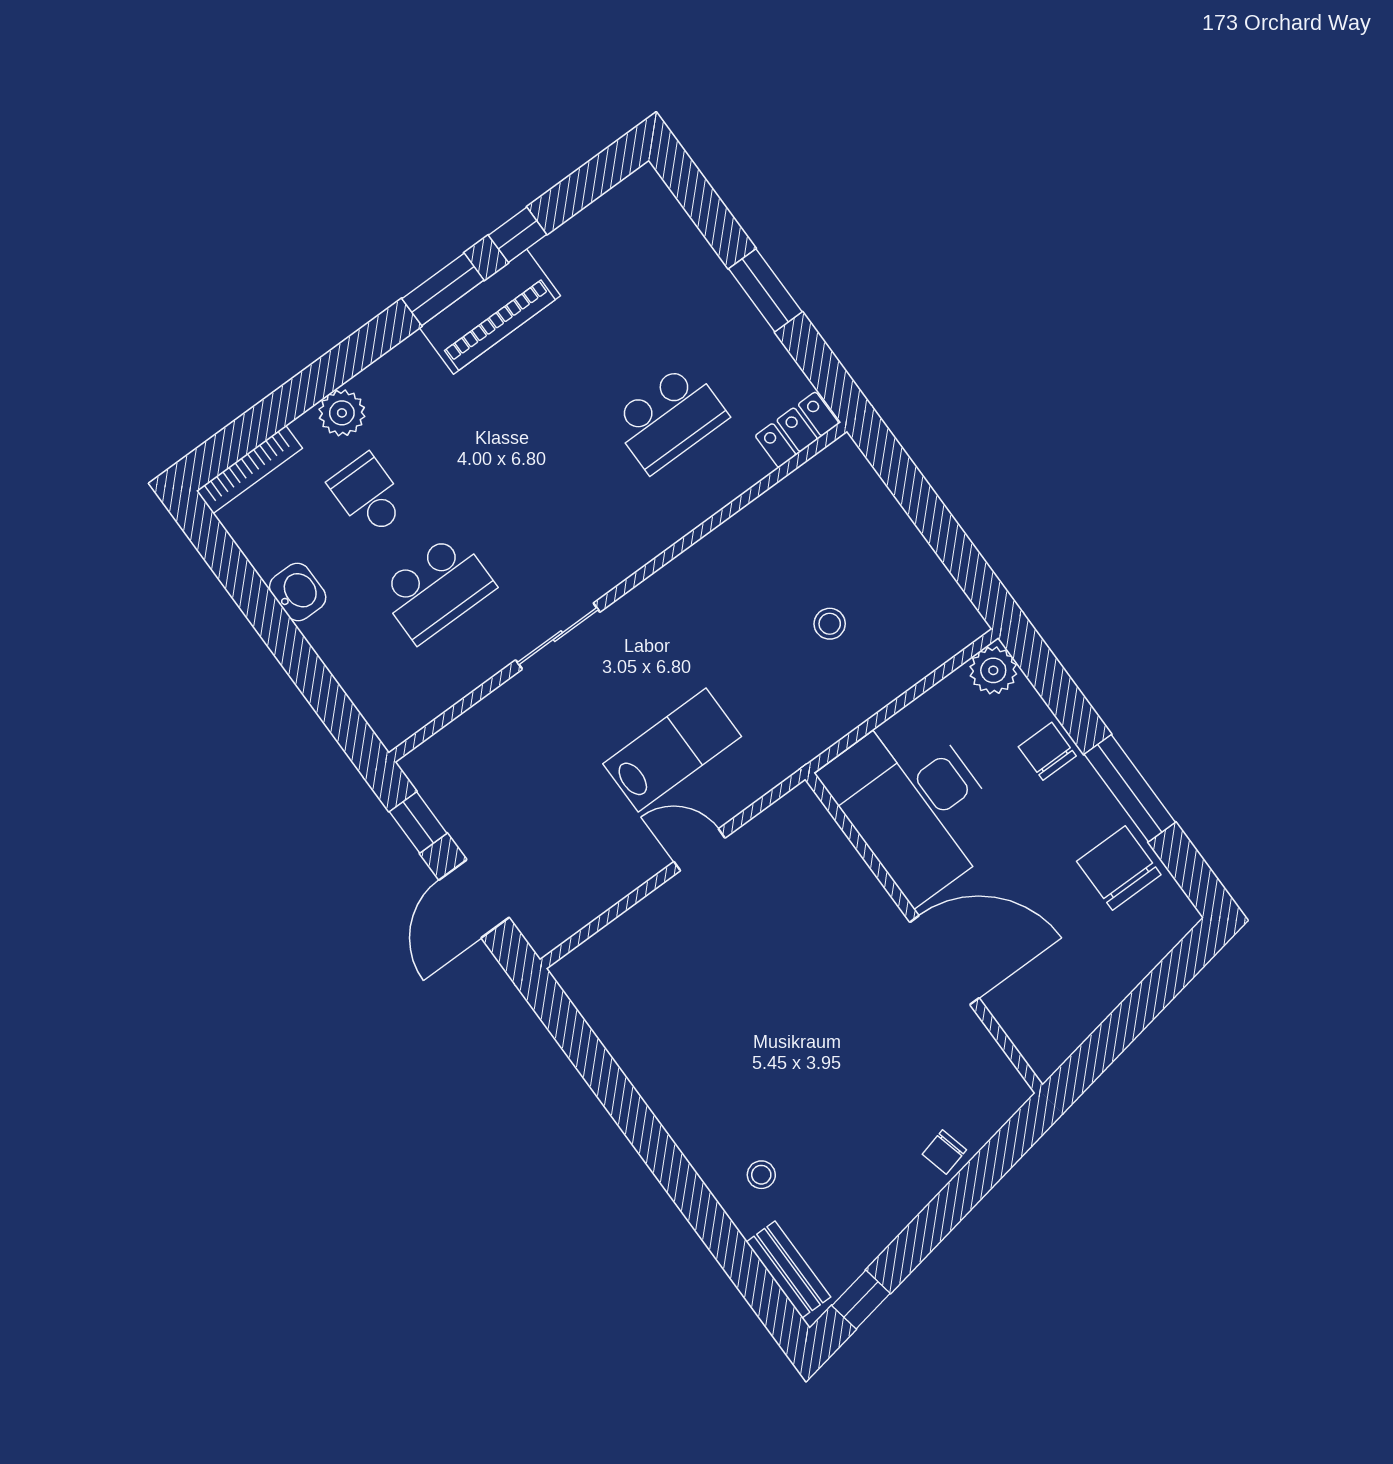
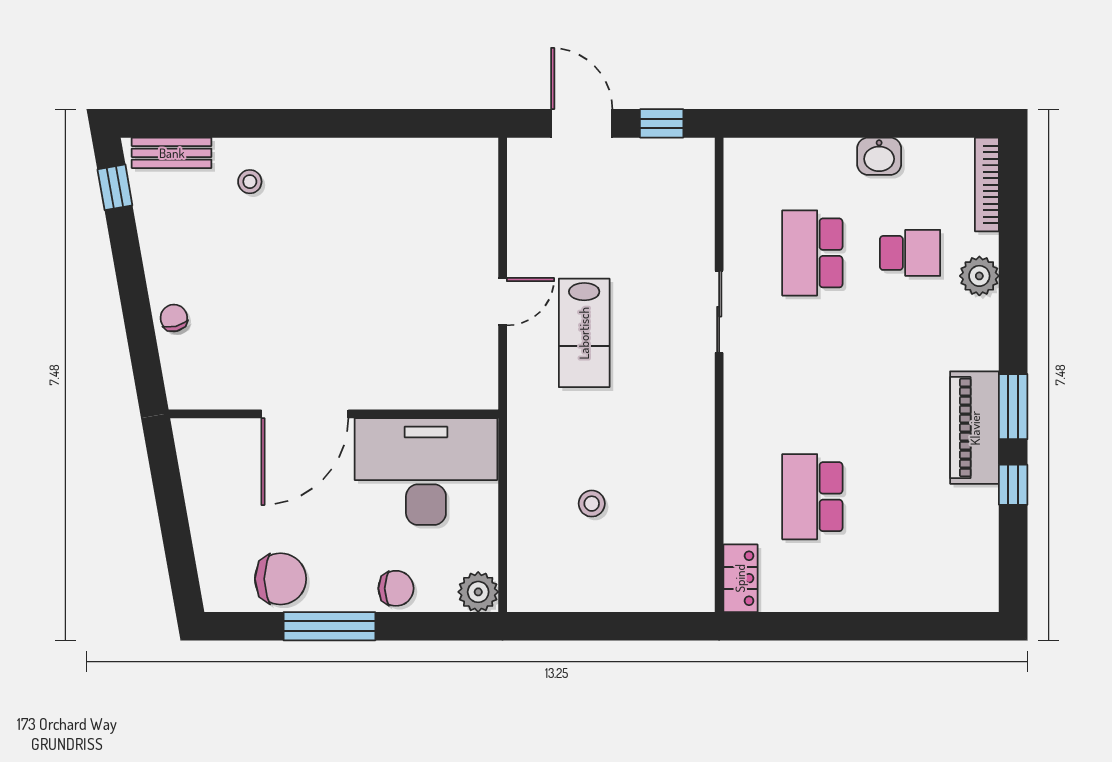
window: (765, 290) -> (851, 626), removed

